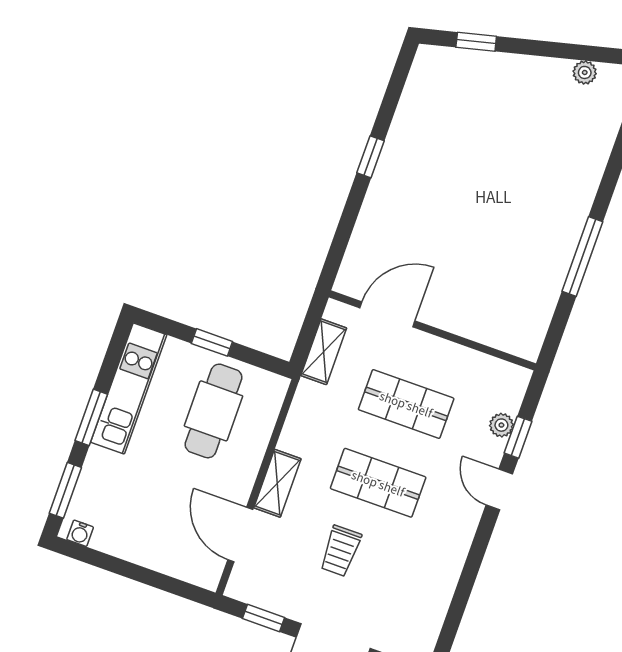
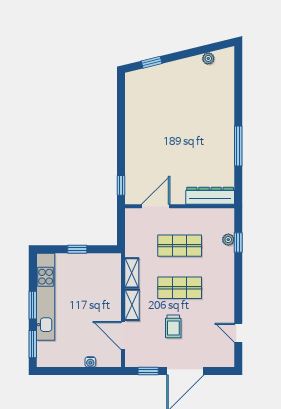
window: (371, 157) -> (121, 185), moved
dresser: (496, 331) -> (210, 196), added
shelving: (324, 352) -> (132, 273), moved
kitchen unit: (129, 388) -> (46, 297), width x1.36
cafe table: (214, 411) -> (90, 281), removed
door: (499, 489) -> (238, 333), moved
water cooler: (80, 533) -> (90, 362), moved

